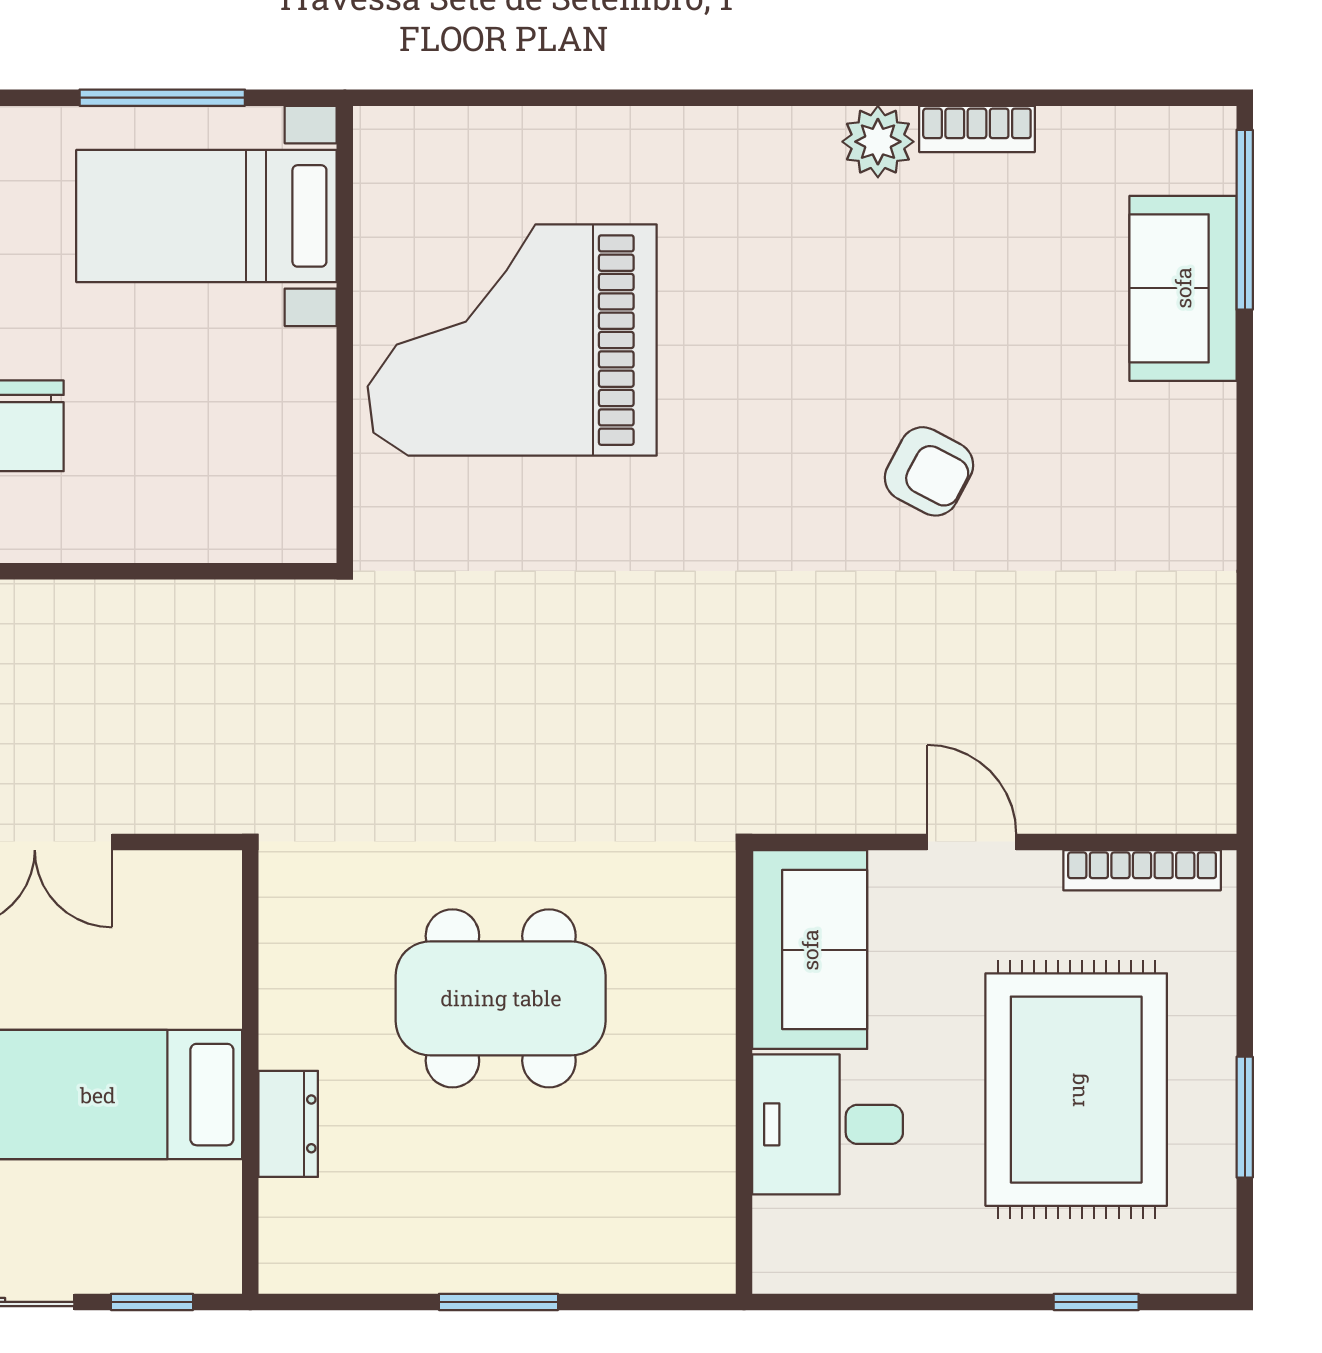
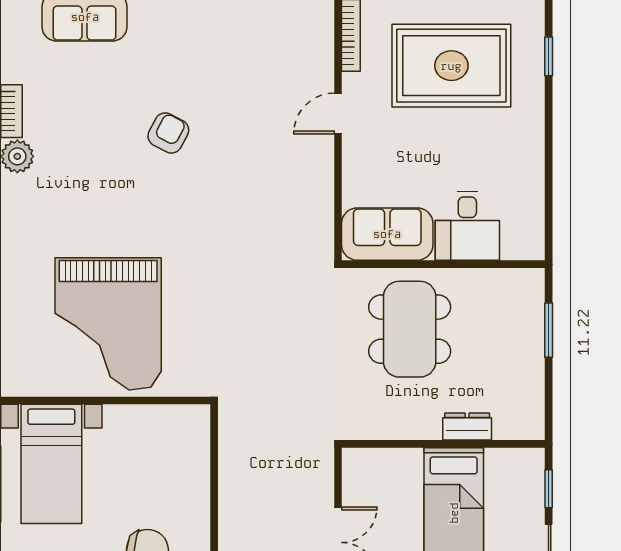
sofa: (810, 950) -> (387, 234), moved
wall: (744, 1072) -> (443, 264), moved
desk: (828, 1124) -> (467, 226), moved

